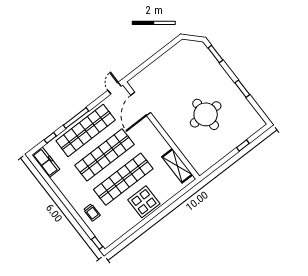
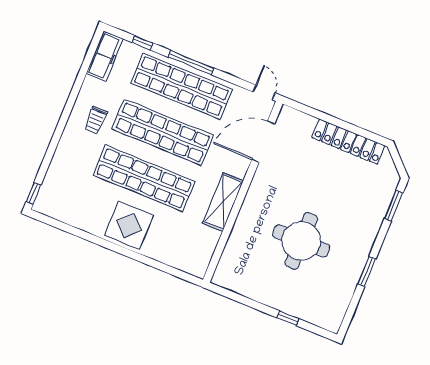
locker: (167, 58) -> (348, 142), added
door: (115, 88) -> (264, 92), hinge flipped
shelving: (177, 166) -> (223, 202), moved
trolley: (92, 212) -> (96, 120), moved

